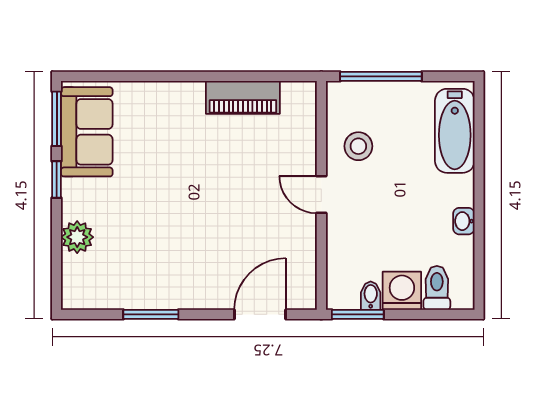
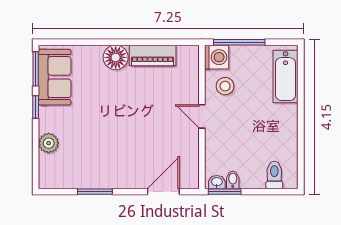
floor lamp: (184, 101) -> (116, 57), added
washbasin: (464, 221) -> (217, 182), moved, turned 90
washing machine: (402, 291) -> (217, 57), moved, turned 90

